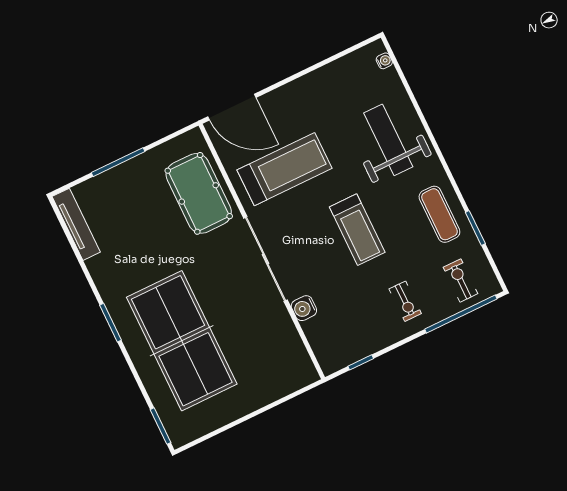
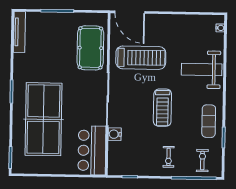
weight bench: (388, 140) -> (202, 70), turned -90
bar counter: (281, 351) -> (92, 150), added

